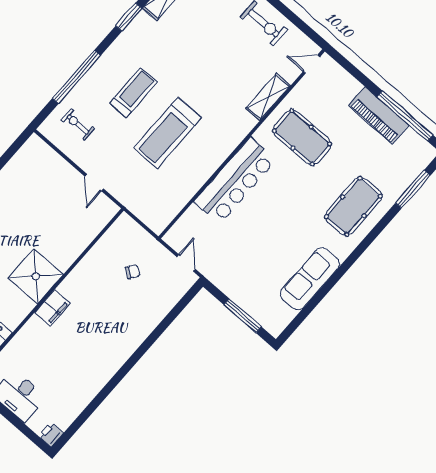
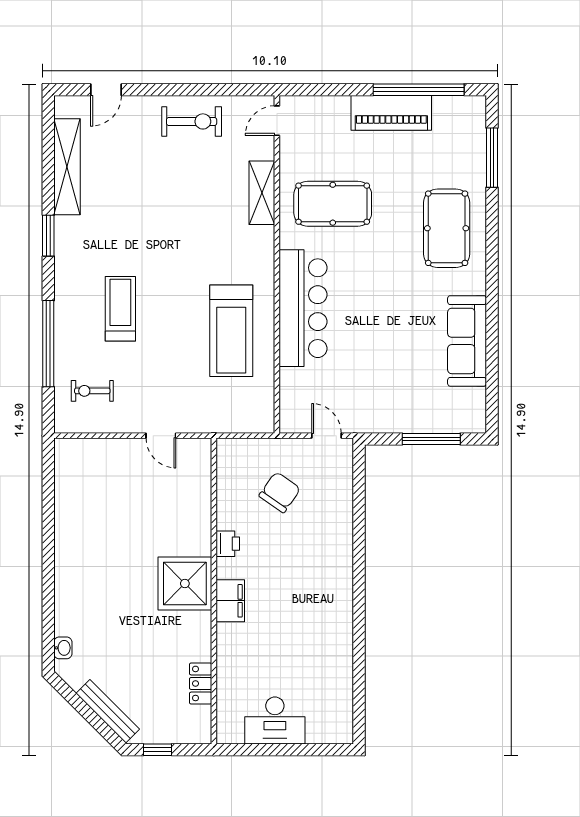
treadmill: (168, 133) -> (231, 331), moved
chair: (133, 272) -> (280, 492), width x1.87, depth x1.87
printer: (51, 434) -> (228, 544), moved, turned 180

